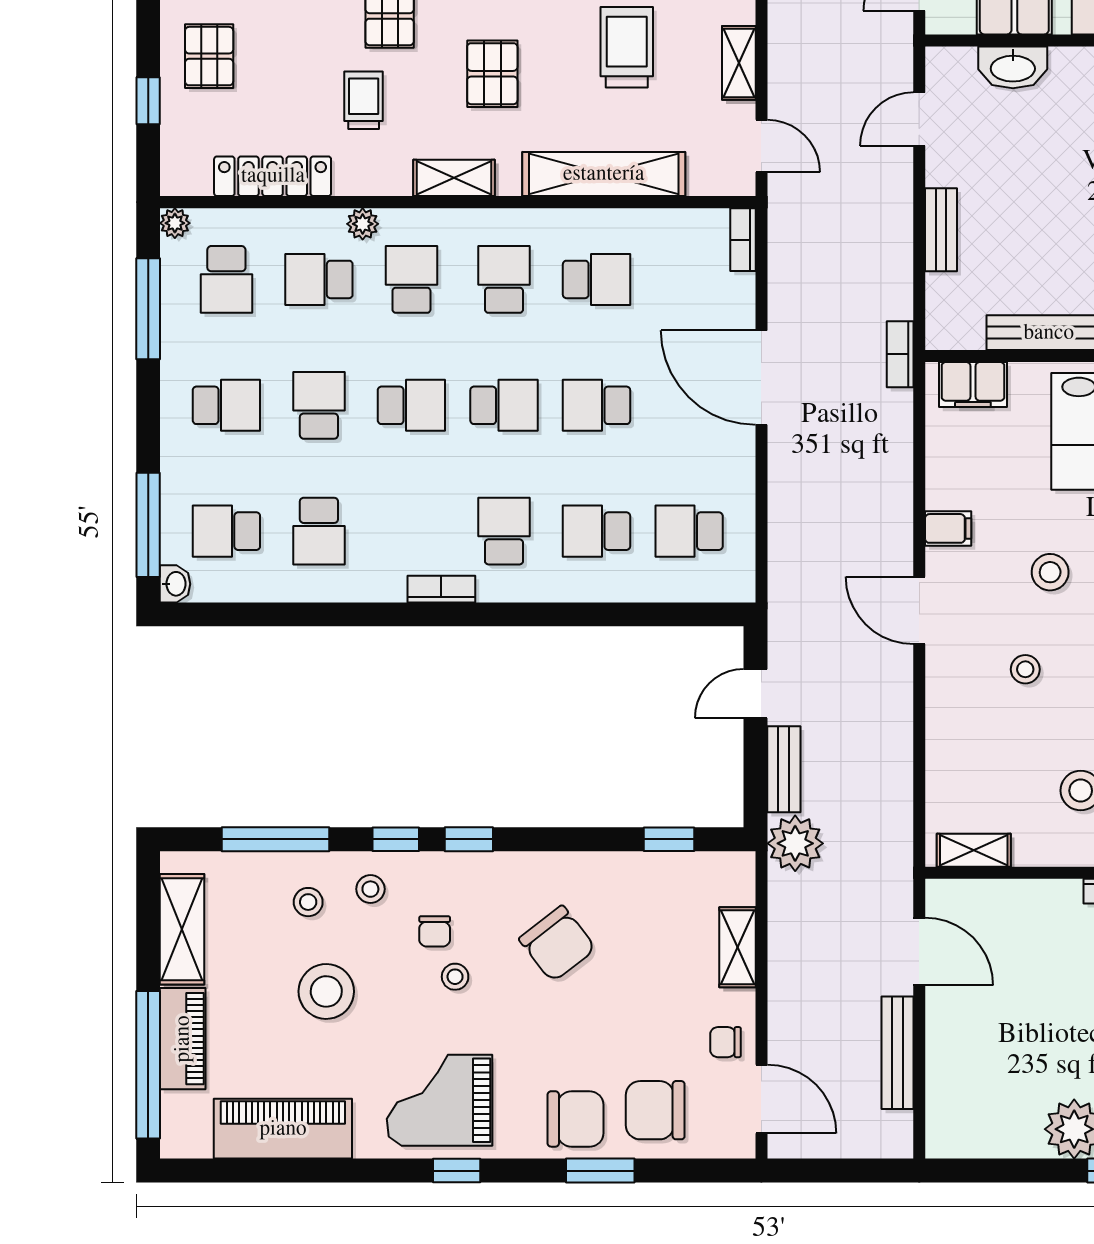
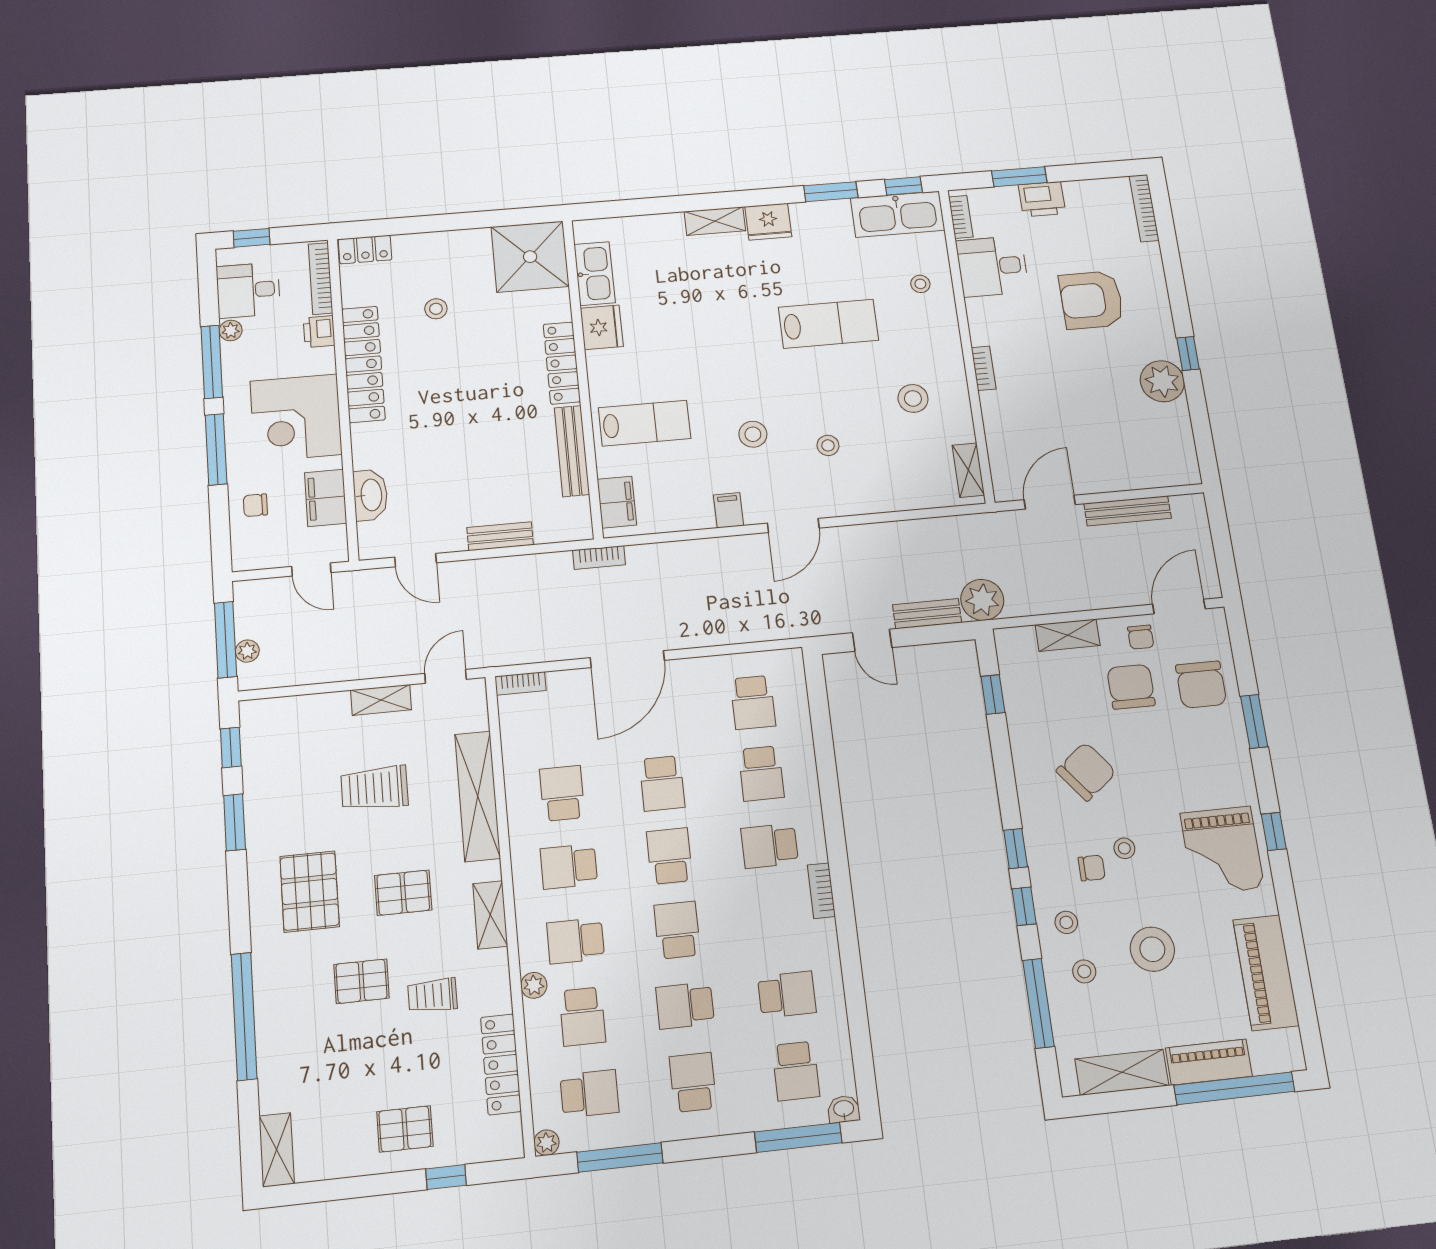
chair: (575, 1119) -> (1131, 687), moved

